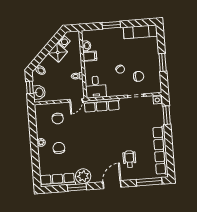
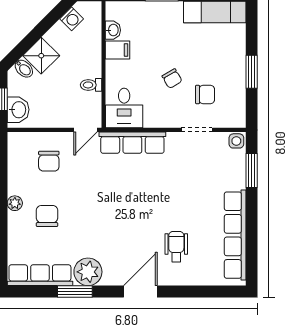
shower: (58, 52) -> (41, 56), moved
window: (149, 182) -> (210, 292), removed

